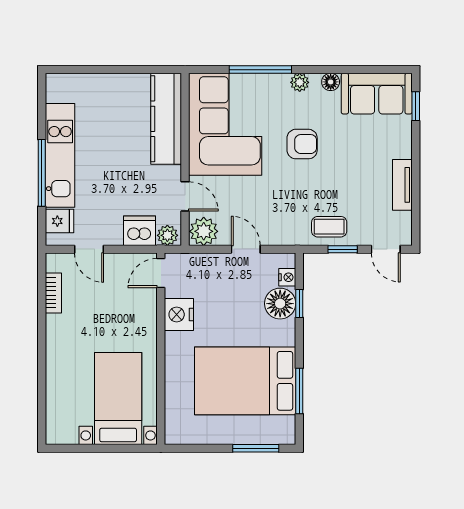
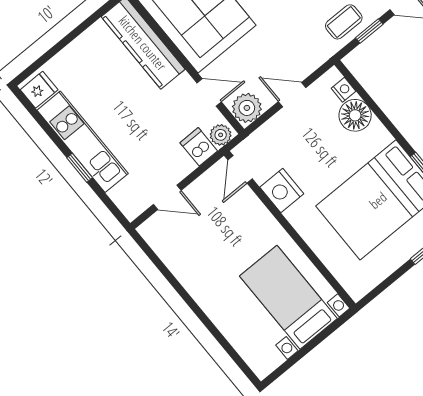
window: (42, 173) -> (80, 168), width x0.46
fridge: (60, 221) -> (39, 90), moved
dishwasher: (139, 231) -> (199, 147), width x0.73
bookcase: (53, 293) -> (168, 256), removed
window: (299, 303) -> (370, 103), removed

